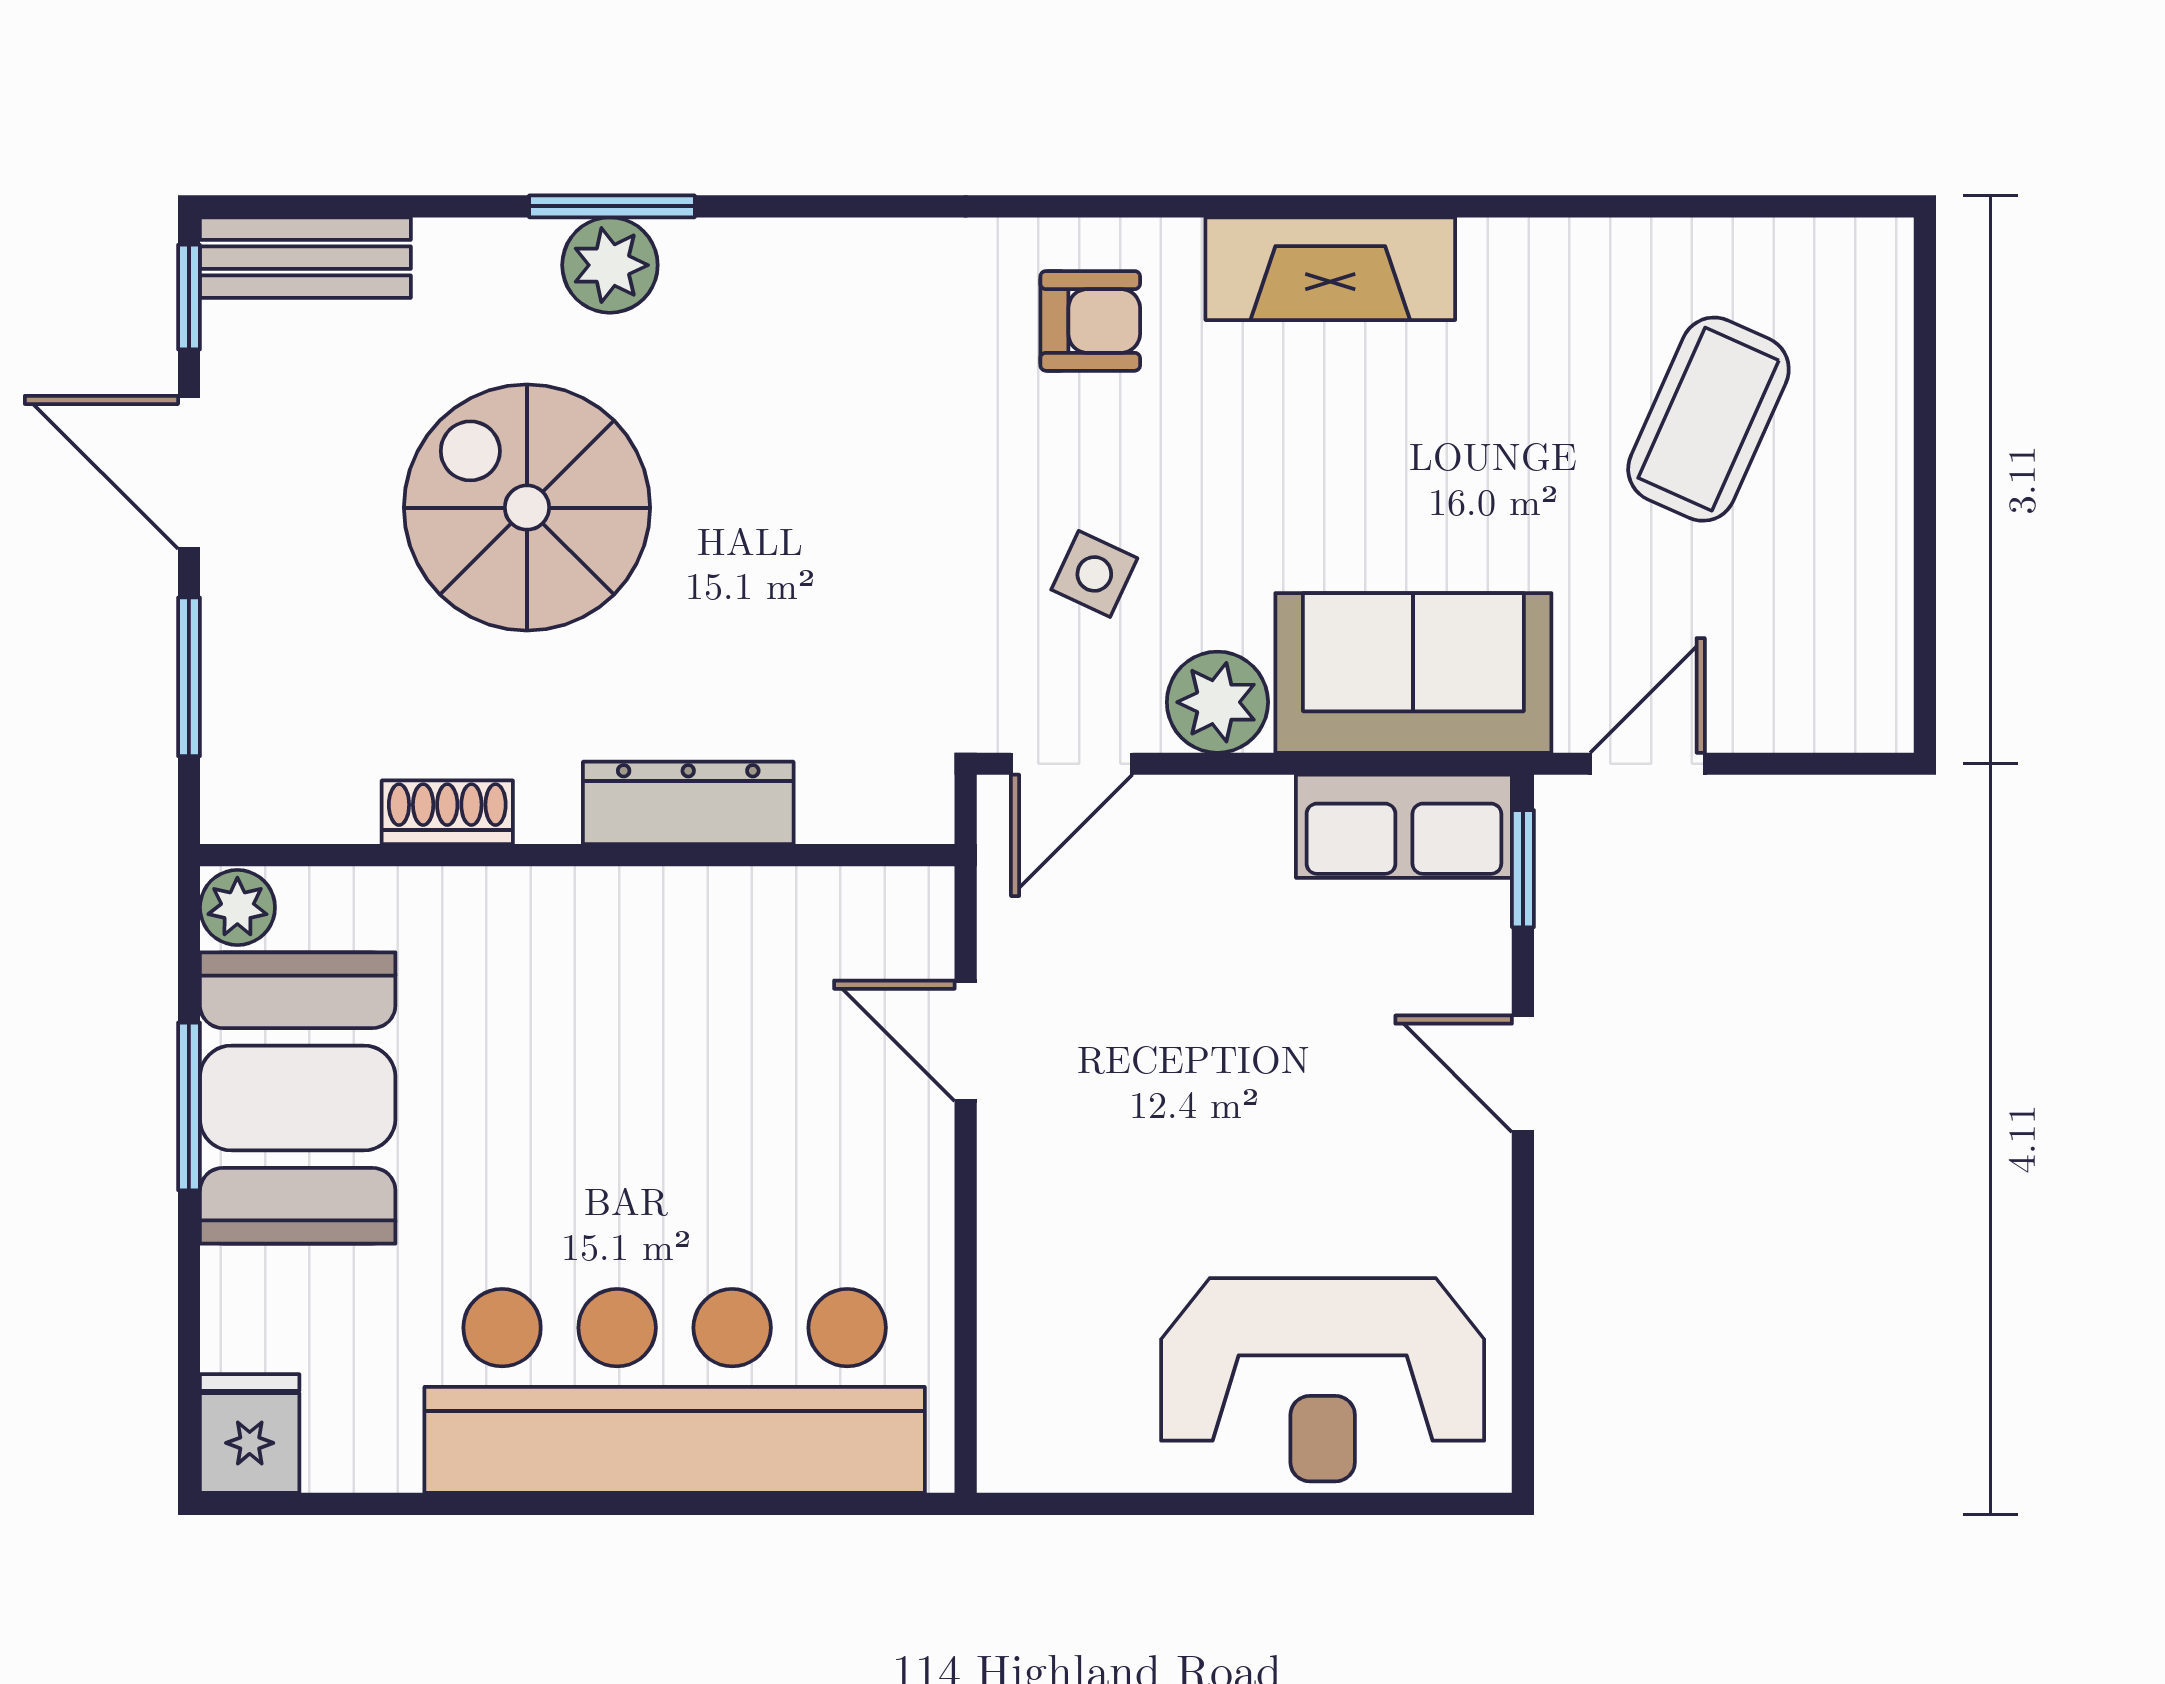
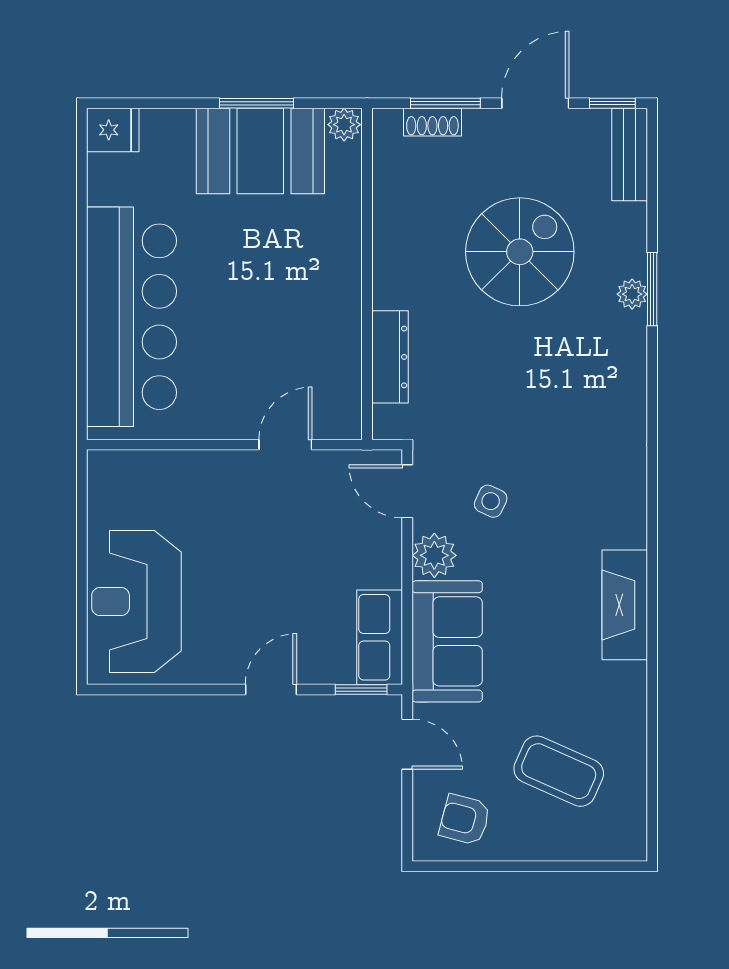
plant: (610, 265) -> (632, 294), width x0.73, depth x0.73
armchair: (1090, 321) -> (465, 820), moved, turned 105
dresser: (688, 803) -> (390, 357), moved
shoe rack: (447, 812) -> (432, 122), moved, turned 90

